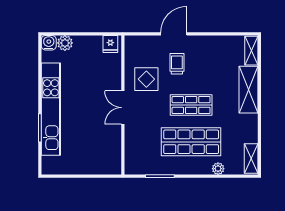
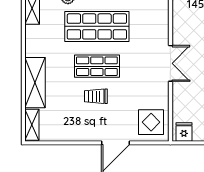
trolley: (177, 64) -> (96, 96), moved, turned 90
display table: (146, 79) -> (151, 122), moved

